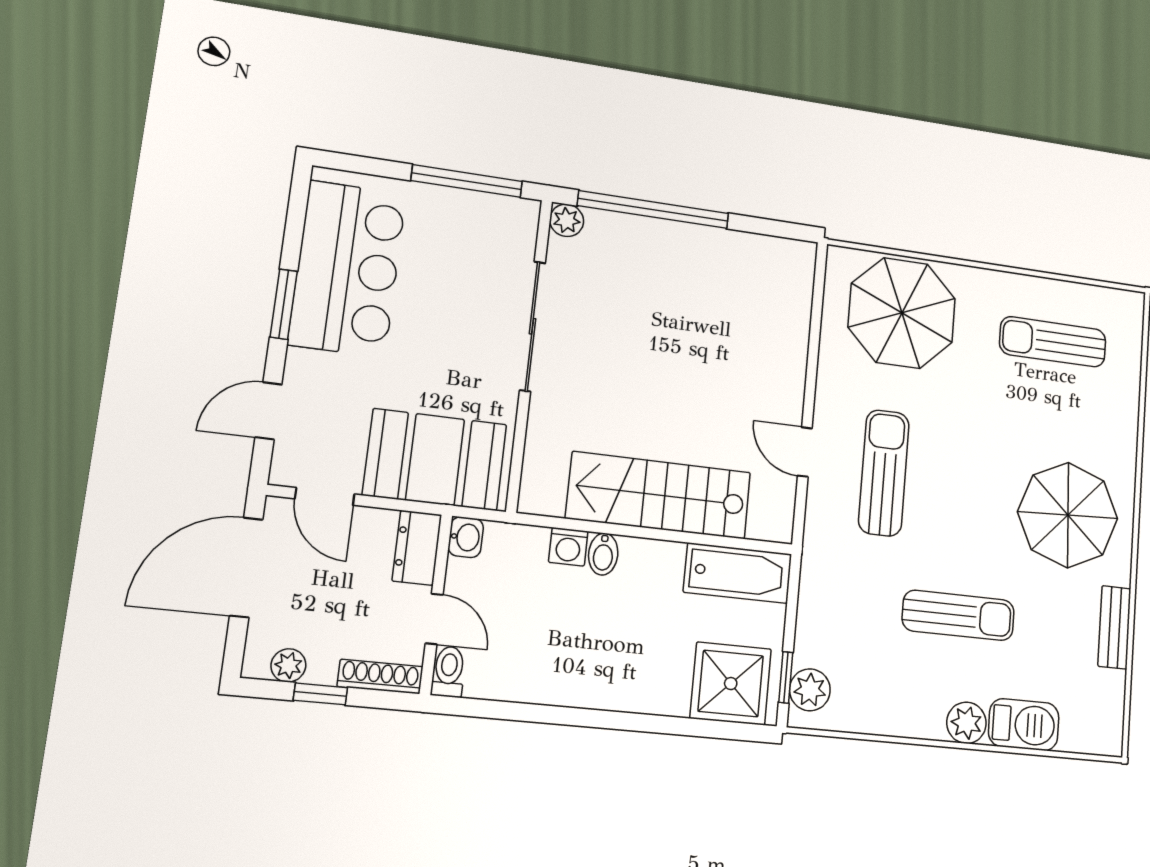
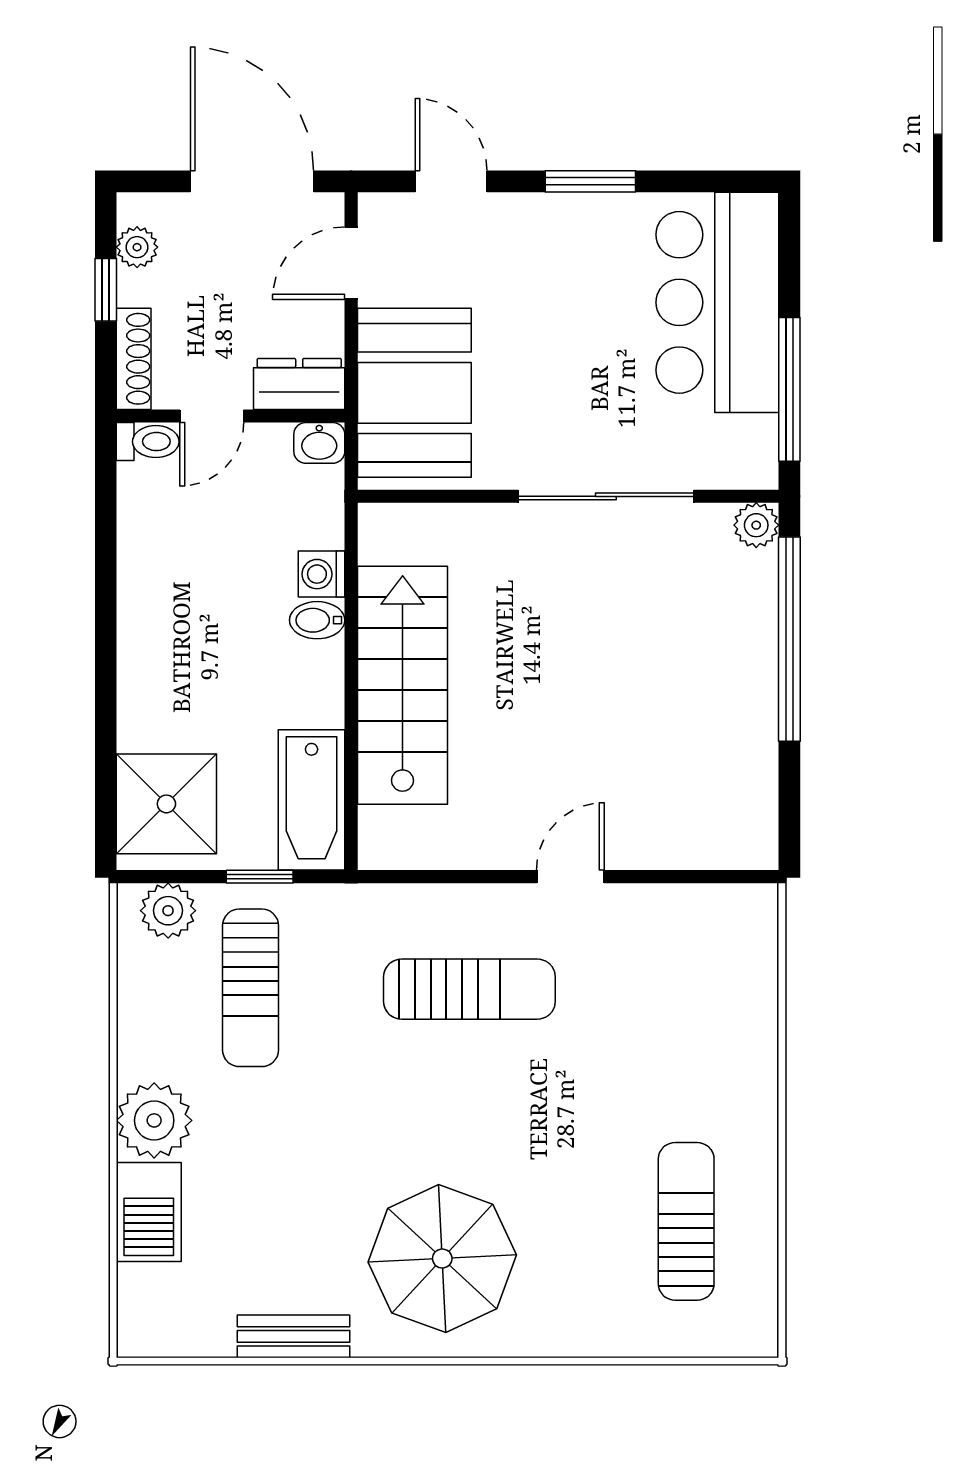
bar counter: (347, 269) -> (717, 302), moved, turned 90
parasol: (902, 313) -> (696, 997), removed
door: (805, 452) -> (570, 877), moved
sun lounger: (958, 615) -> (251, 988), moved
window: (786, 677) -> (260, 877), moved
plant: (966, 723) -> (154, 1120), width x1.36, depth x1.36

